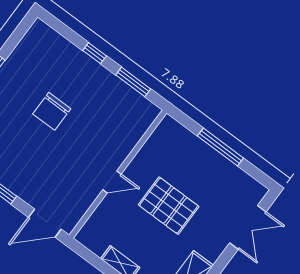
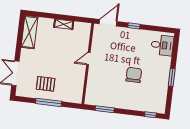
window: (95, 53) -> (150, 115), moved
pallet: (169, 206) -> (46, 84), moved, width x0.67, depth x0.71

